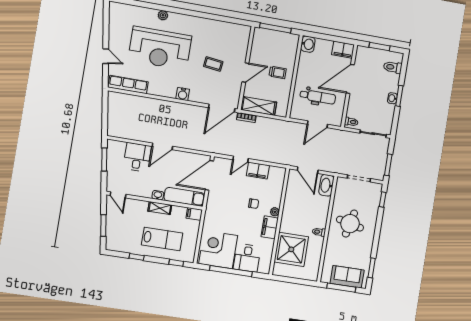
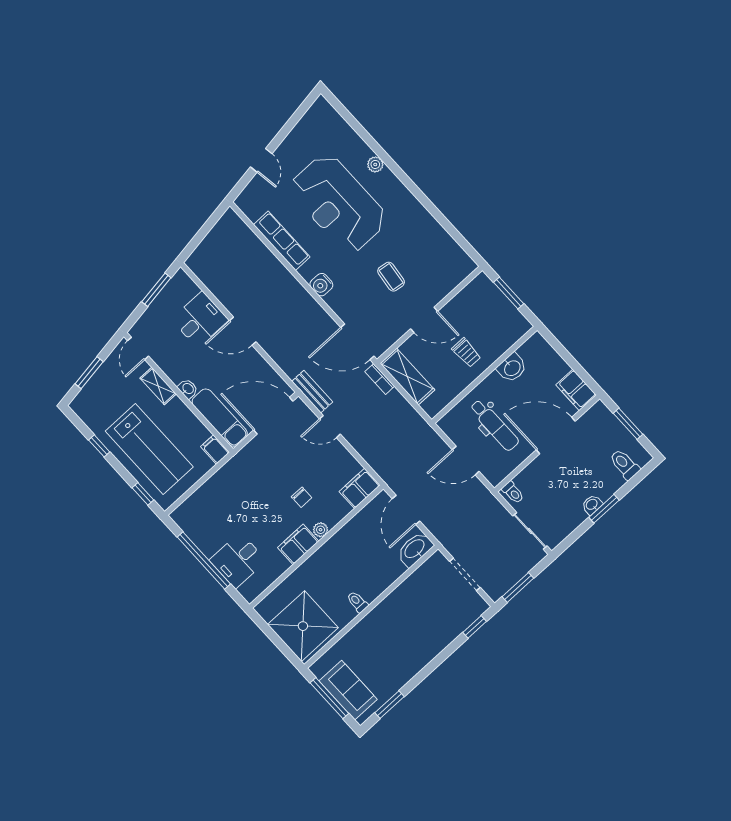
window: (275, 28) -> (509, 293), width x0.69
washbasin: (308, 44) -> (512, 368), moved
row of seats: (128, 85) -> (282, 241), moved
bench: (219, 149) -> (312, 392), added
filing cabinet: (258, 171) -> (360, 488), moved, turned 90
shelving: (160, 208) -> (158, 386), moved
round table: (350, 224) -> (407, 624), removed
lab bench: (162, 239) -> (149, 449), width x1.36, depth x1.39
shower: (291, 249) -> (303, 626), moved
corner desk: (218, 250) -> (209, 520), removed

